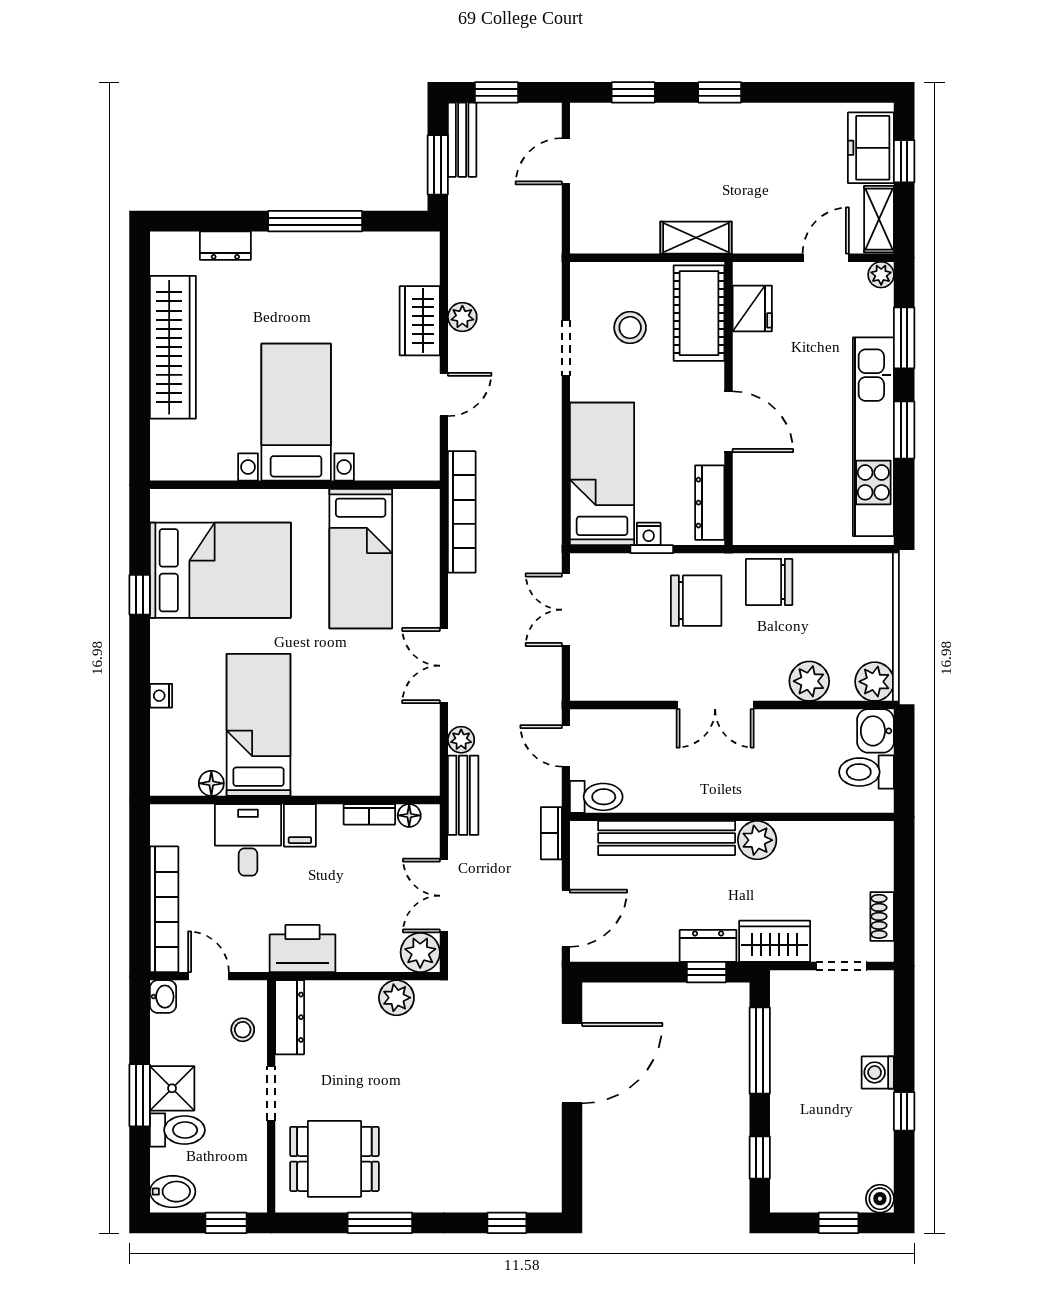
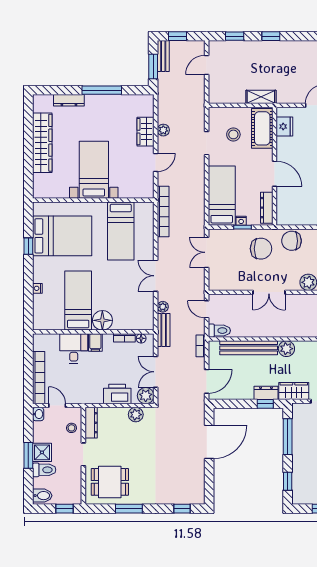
dresser: (225, 246) -> (69, 100), width x1.44
floor lamp: (211, 783) -> (102, 320), moved, width x1.89, depth x1.89
printer: (303, 949) -> (117, 394), moved

